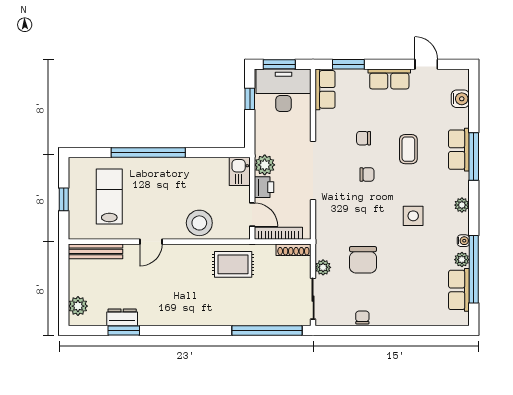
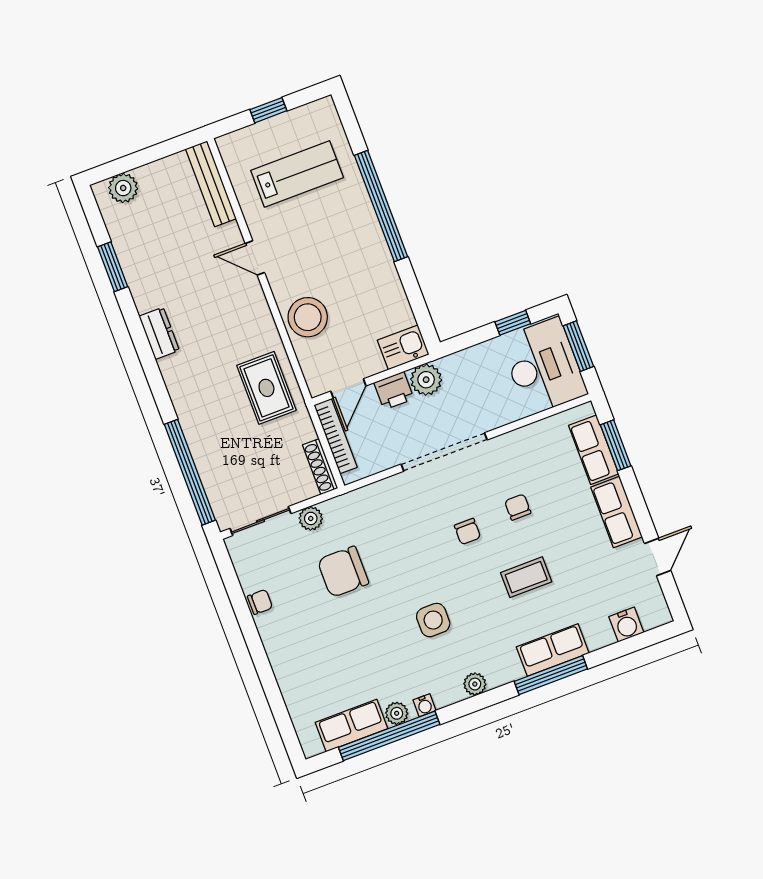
row of seats: (325, 89) -> (594, 450), moved, turned 90
dresser: (122, 317) -> (159, 333), moved

